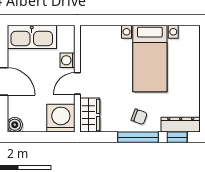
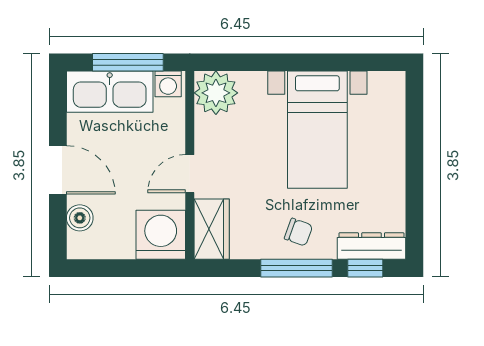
window: (42, 20) -> (128, 62), added
plant: (92, 38) -> (216, 93), added
washing machine: (67, 60) -> (168, 84), moved, turned -90
boiler: (15, 125) -> (80, 218), moved

